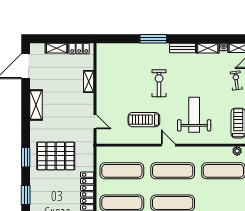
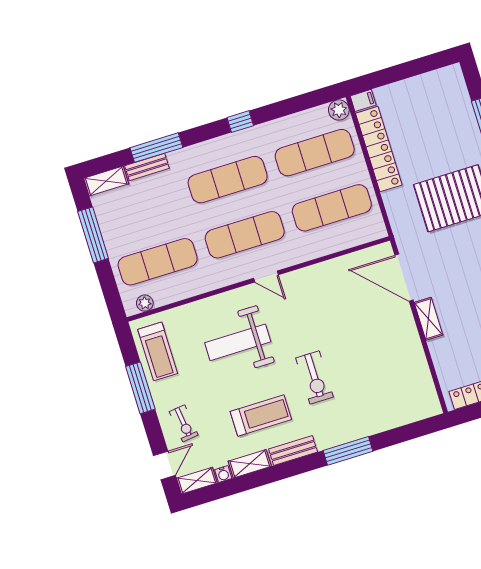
shelving: (89, 81) -> (428, 319), moved
weight bench: (194, 115) -> (238, 342), turned 90
treadmill: (144, 120) -> (261, 415), moved
door: (95, 122) -> (404, 278), width x1.88

